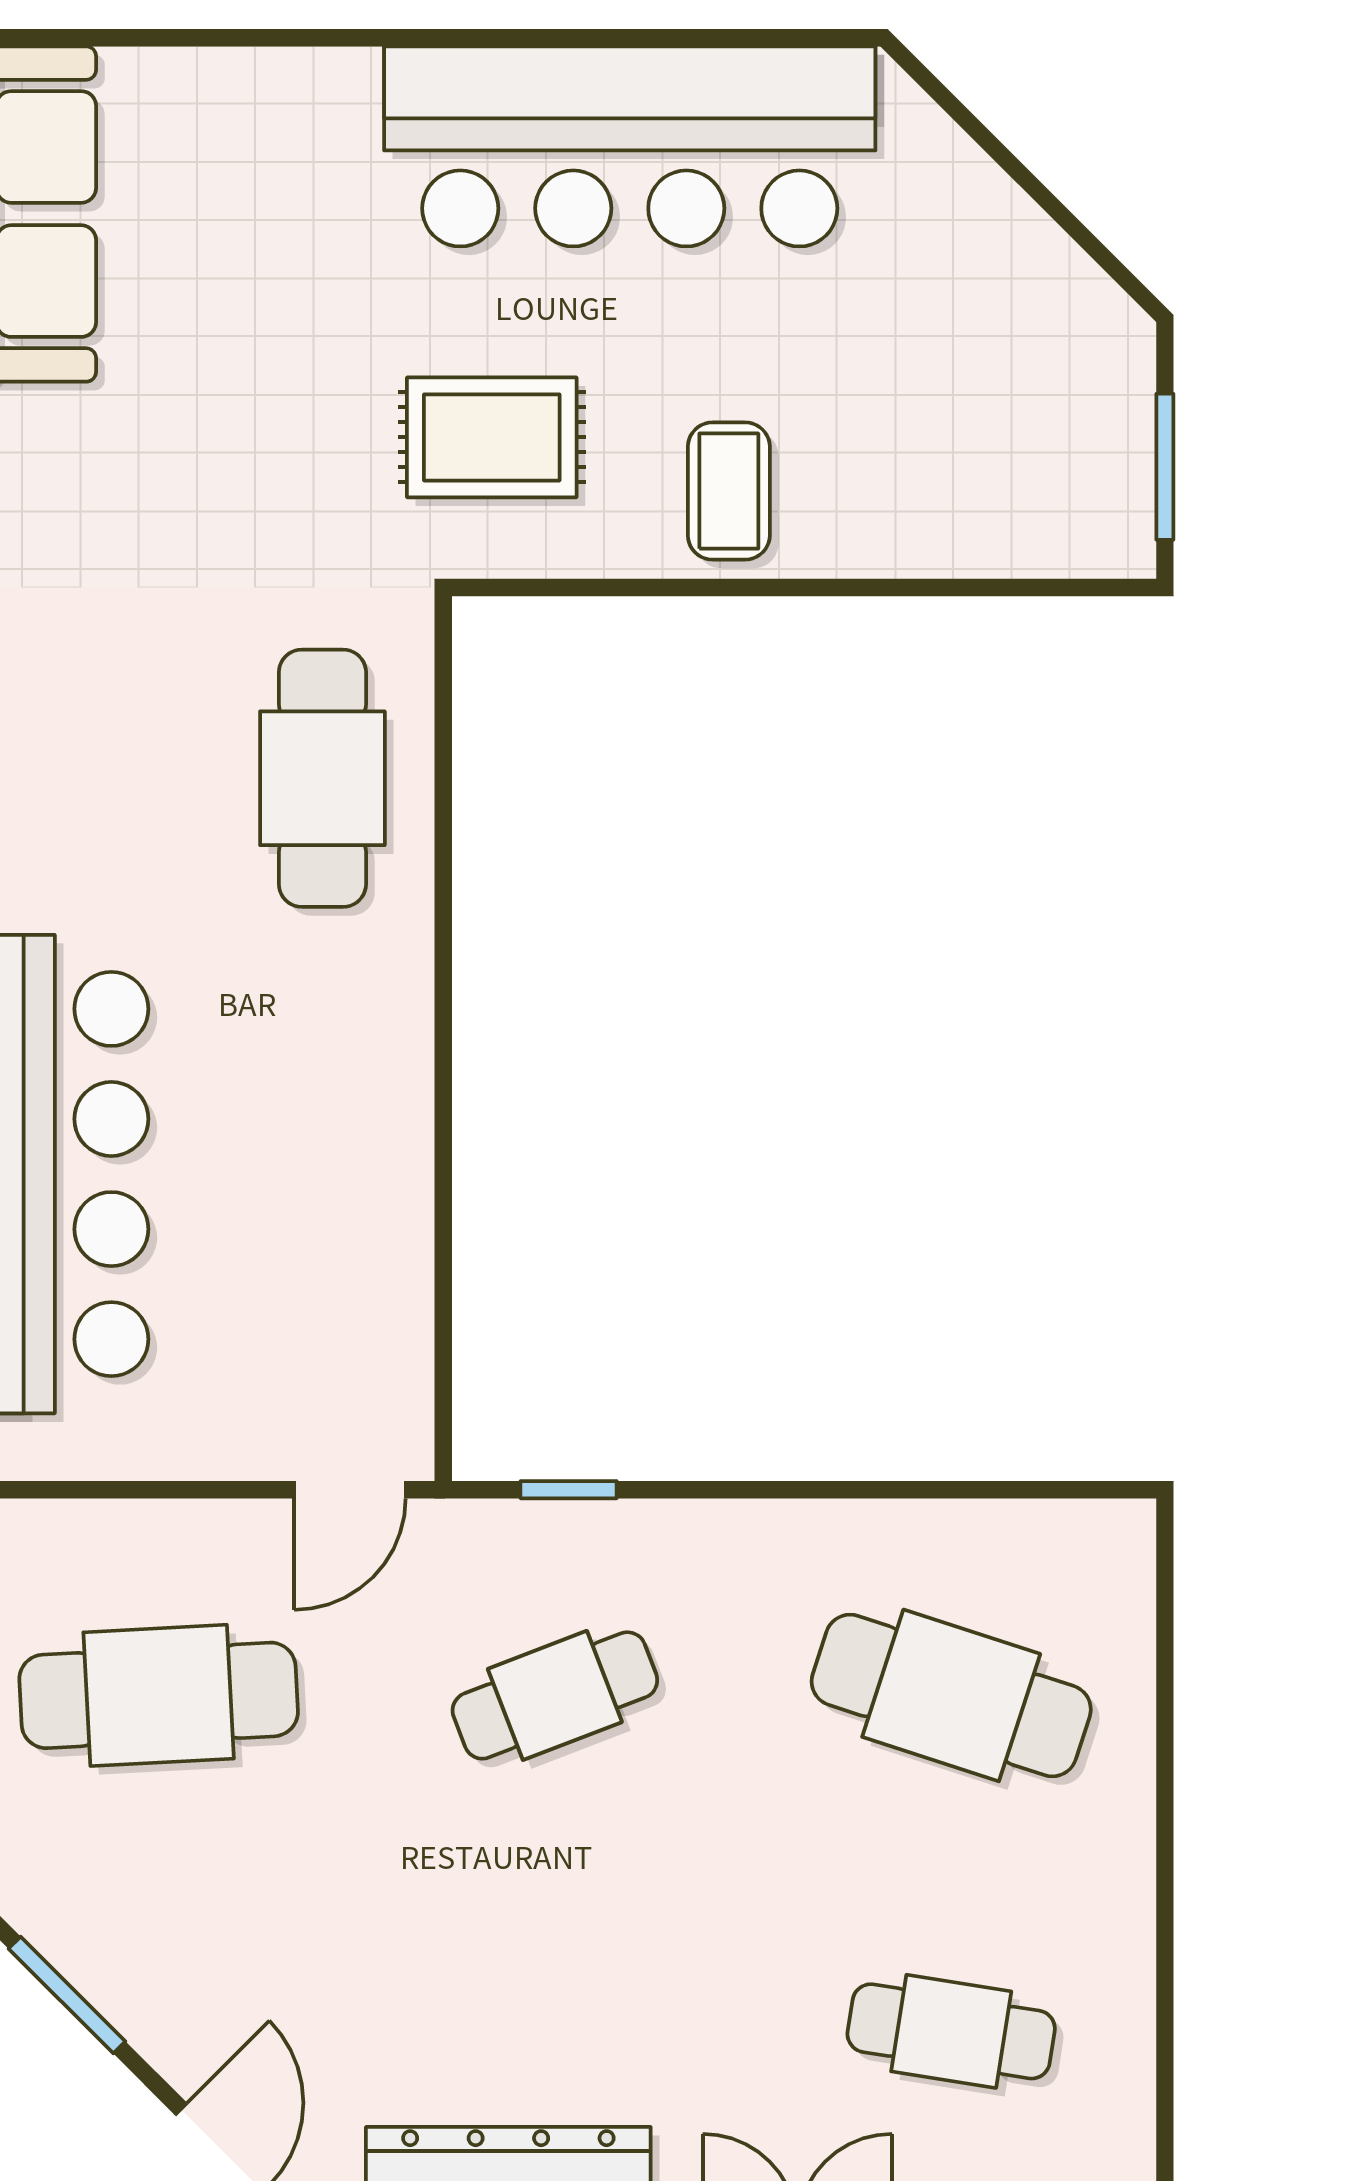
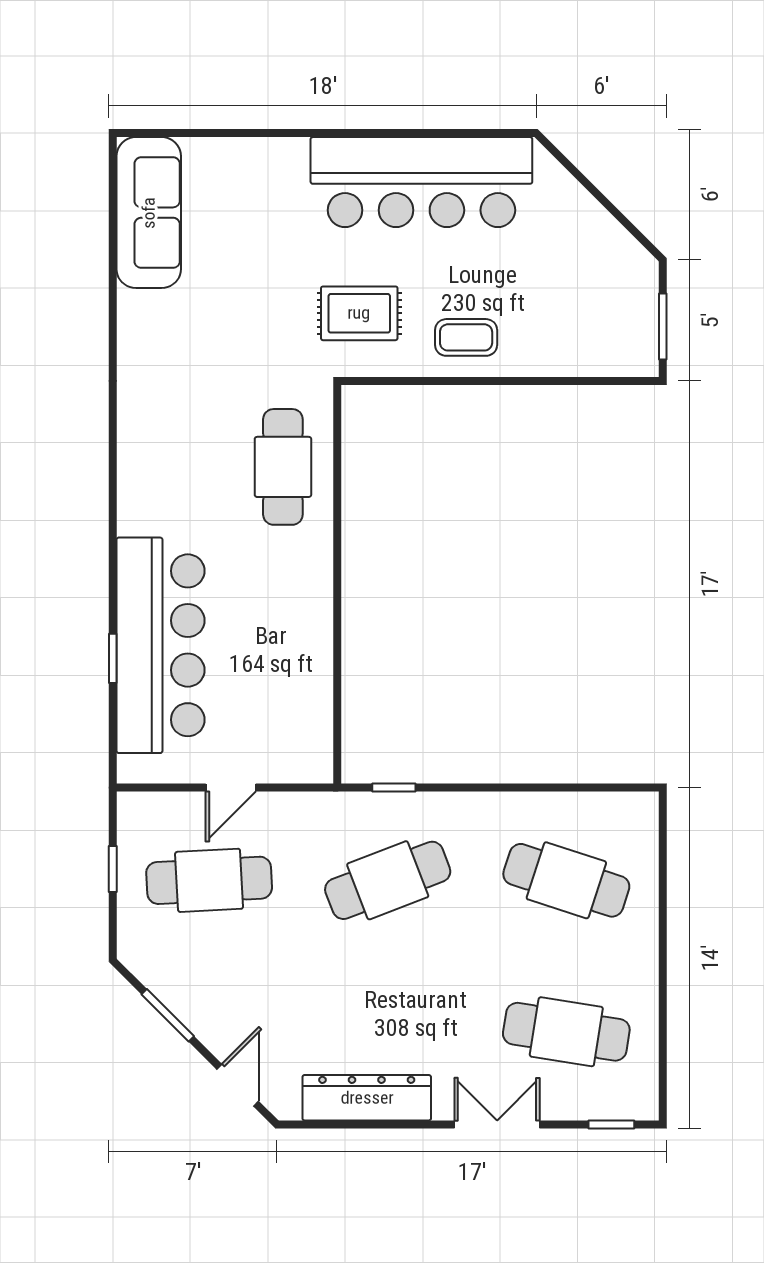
coffee table: (729, 491) -> (466, 337), turned 90
door: (350, 1490) -> (231, 788), moved
cafe table: (555, 1695) -> (388, 880), width x1.37, depth x1.35
cafe table: (951, 2031) -> (566, 1032), width x1.37, depth x1.35

